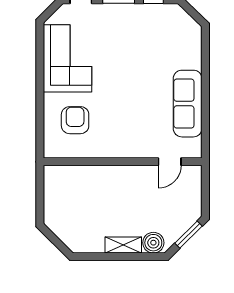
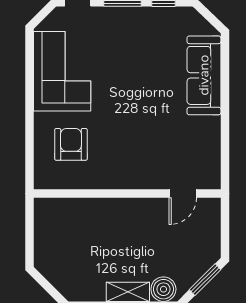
sofa: (188, 104) -> (204, 75), moved

